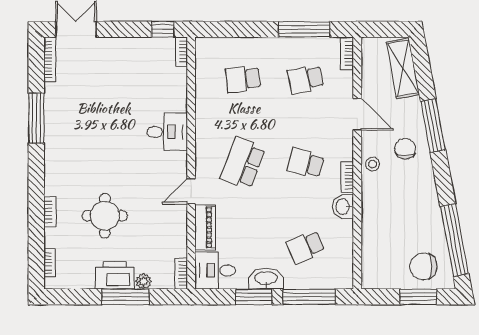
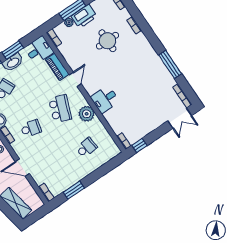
window: (304, 29) -> (74, 190), width x0.69
school desk: (306, 79) -> (57, 167), removed
plant: (209, 129) -> (87, 114), added

